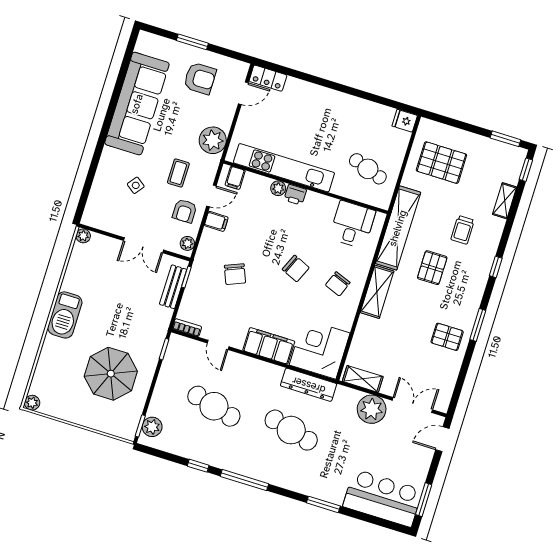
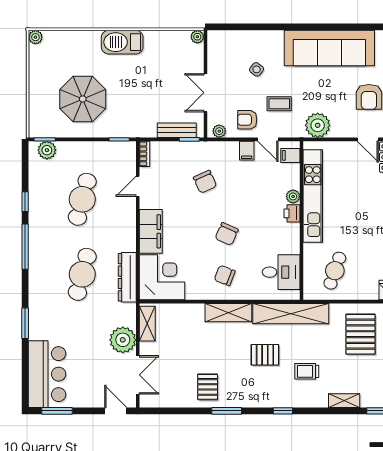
chair: (235, 274) -> (205, 182), turned -92

